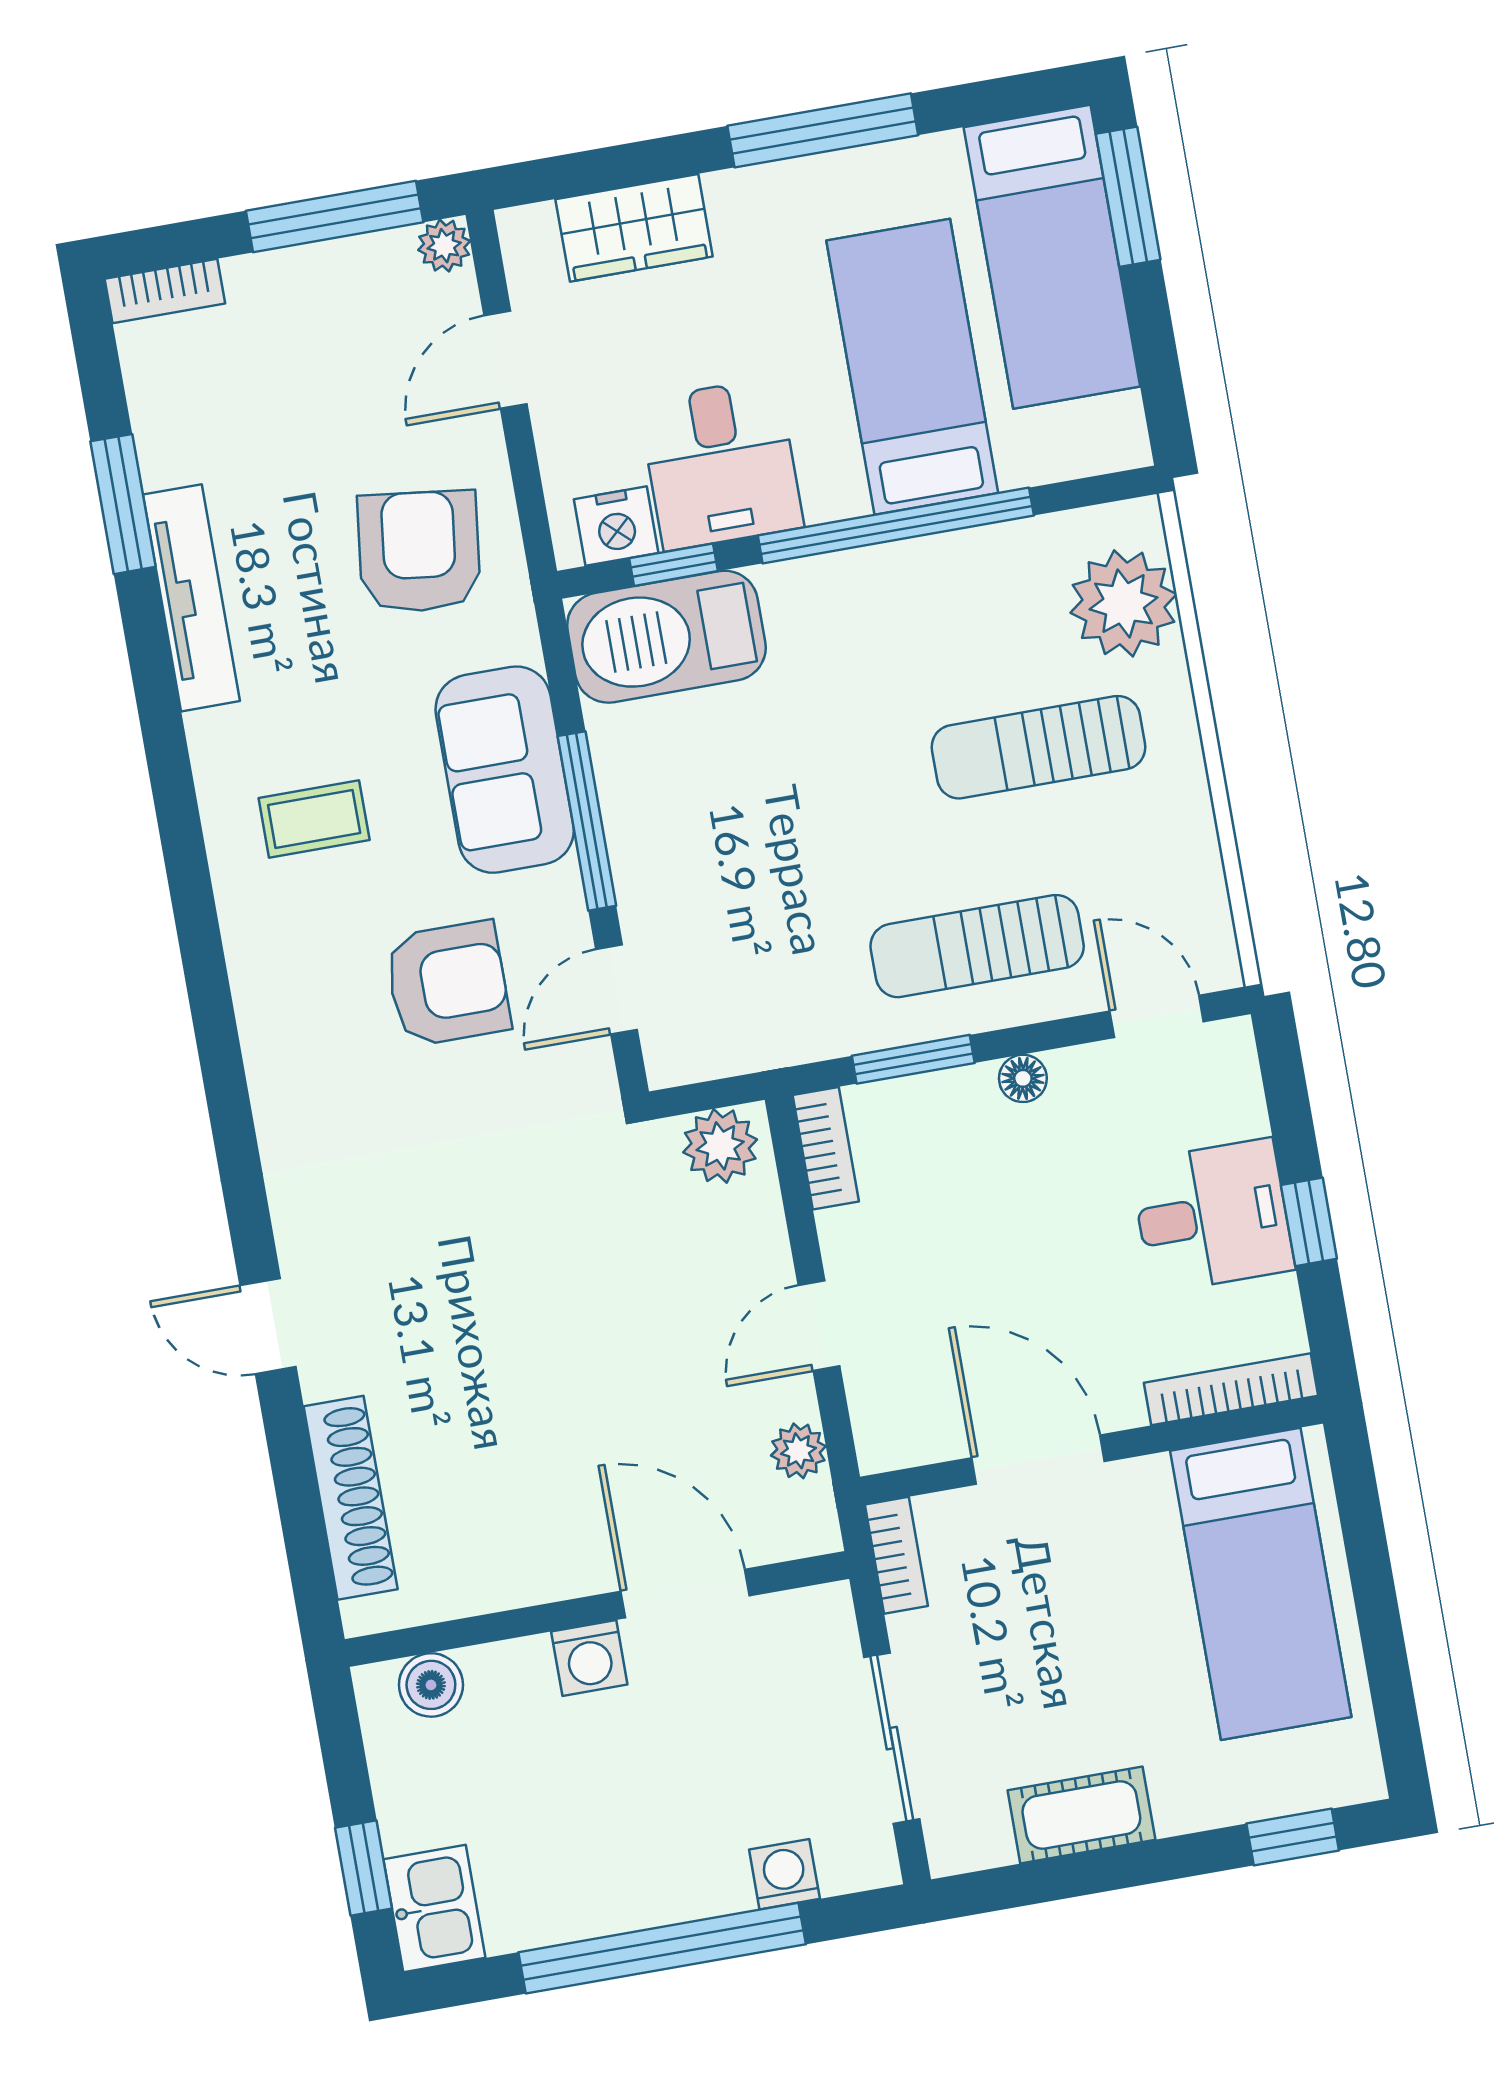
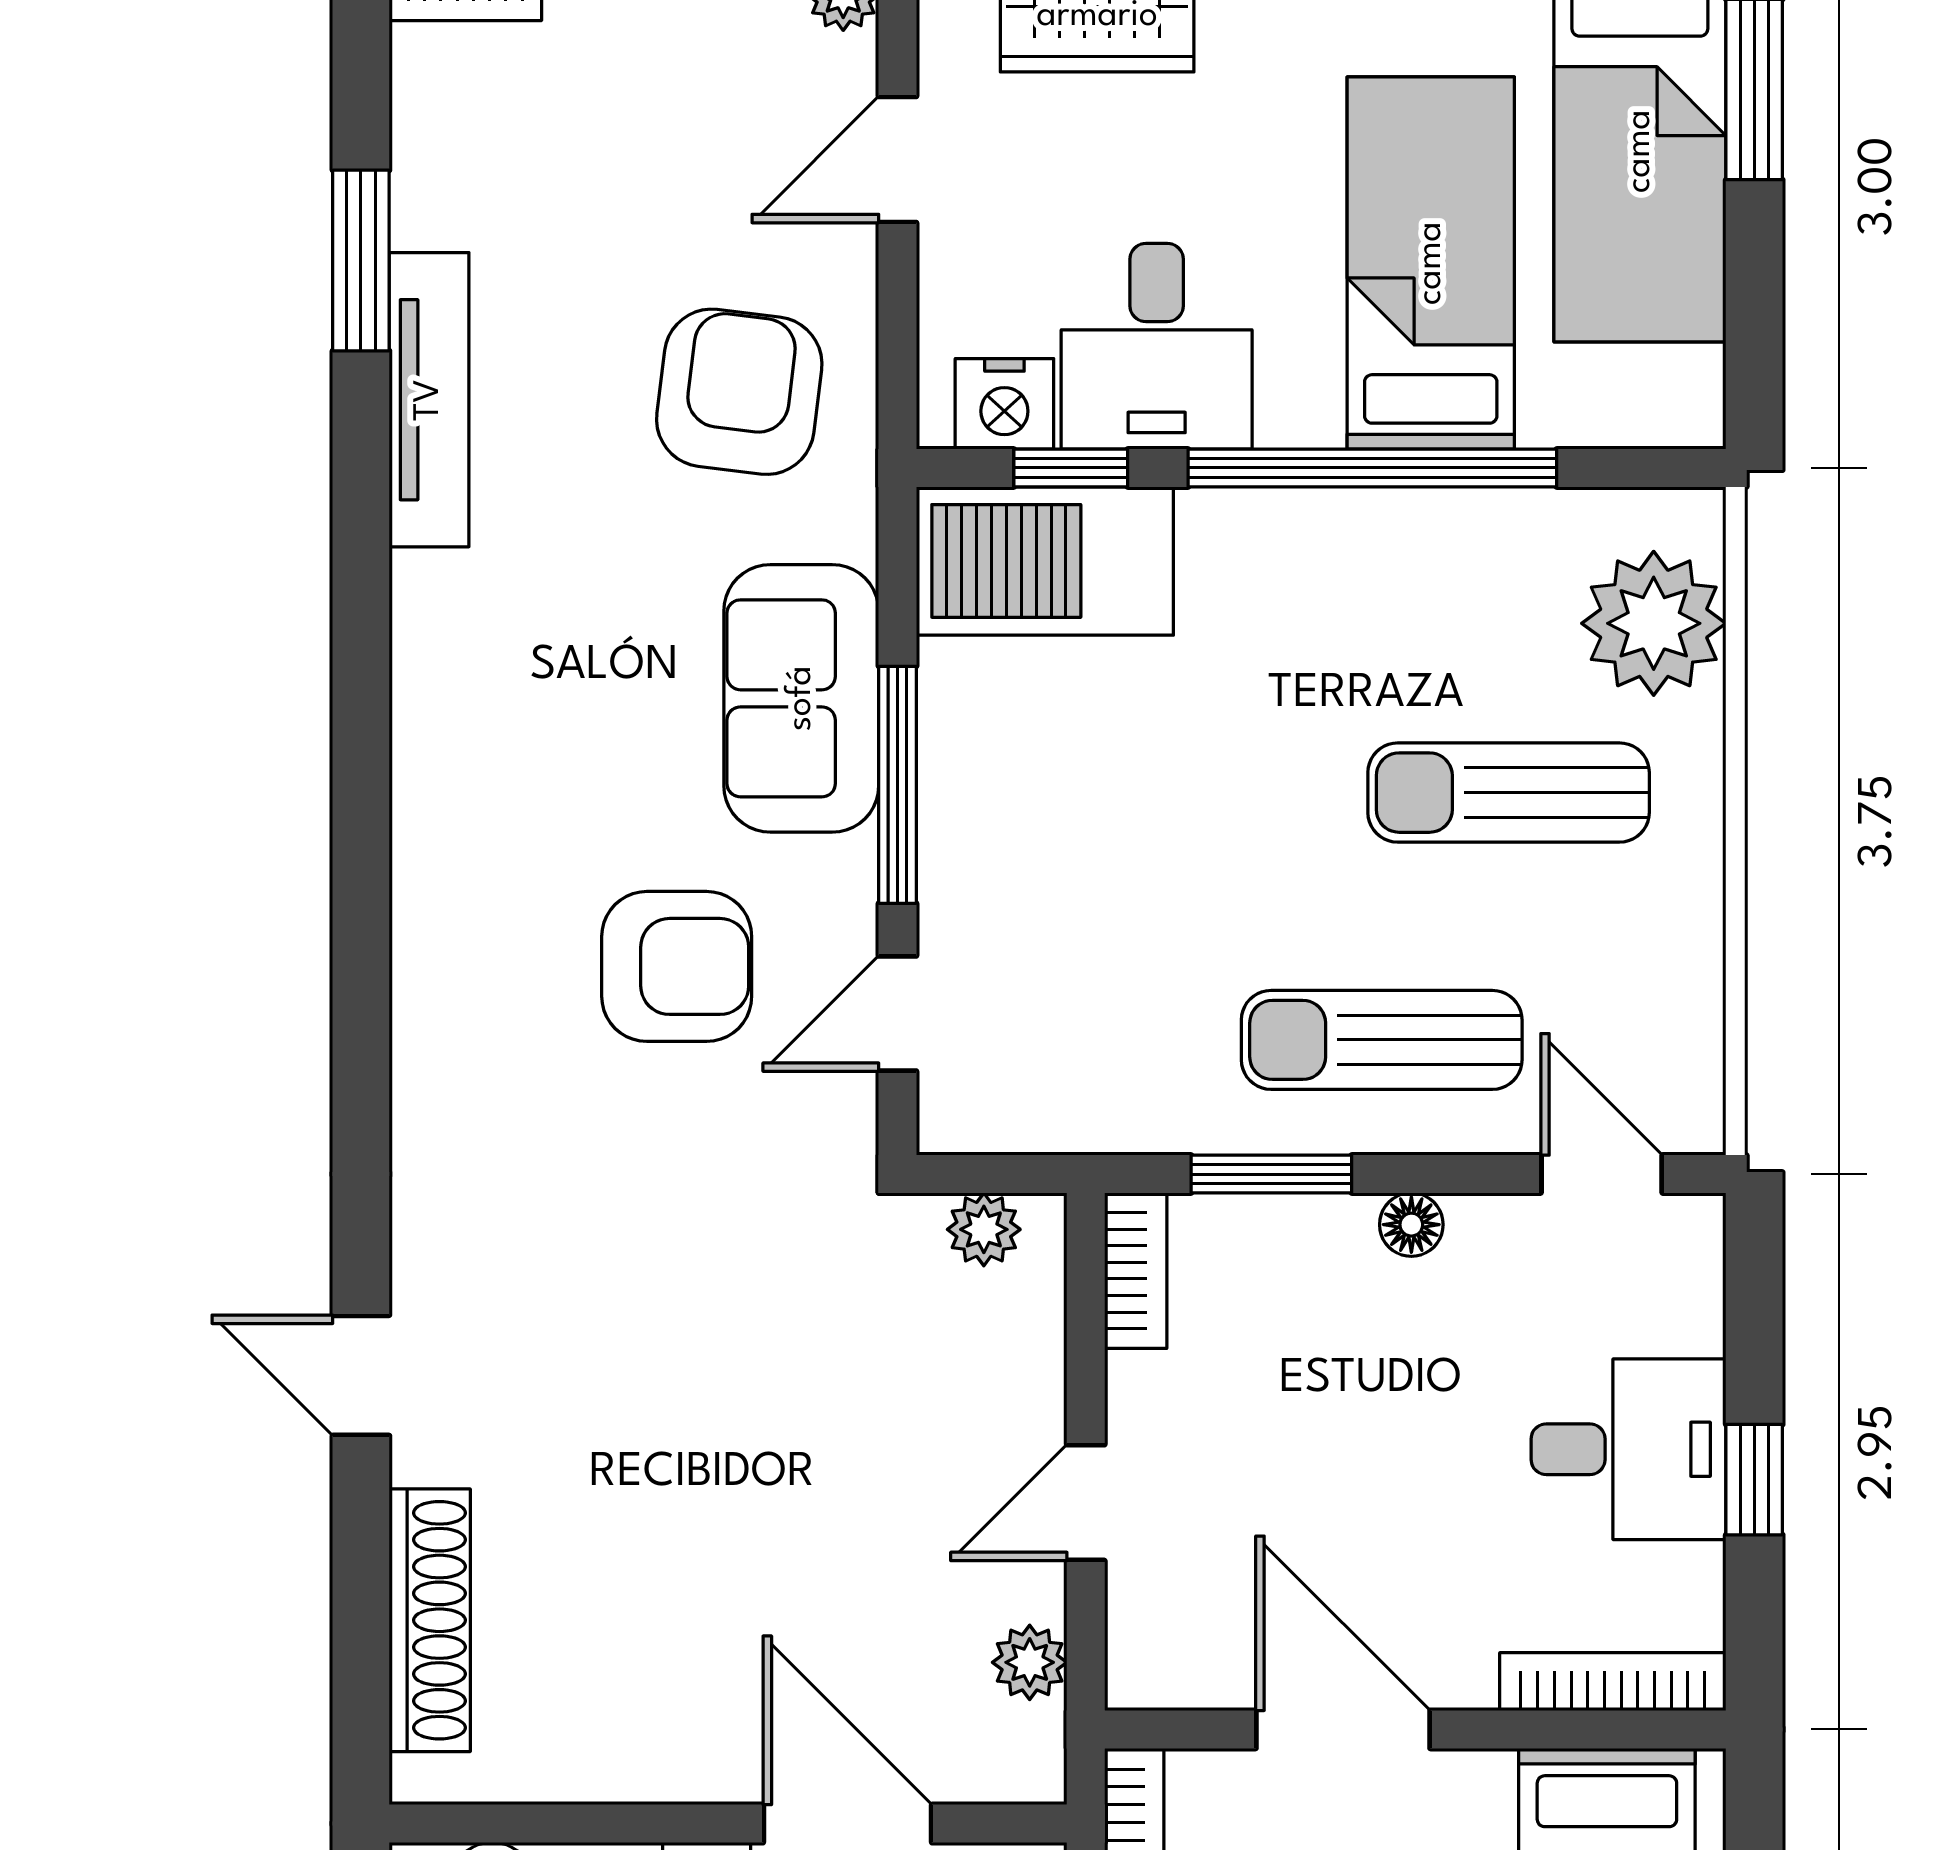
coffee table: (314, 819) -> (539, 719), removed
plant: (720, 1146) -> (984, 1229), width x0.73, depth x0.73

